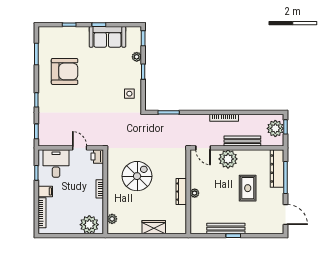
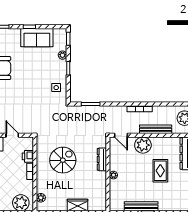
printer: (97, 157) -> (28, 156), moved
dresser: (181, 192) -> (102, 159), moved

